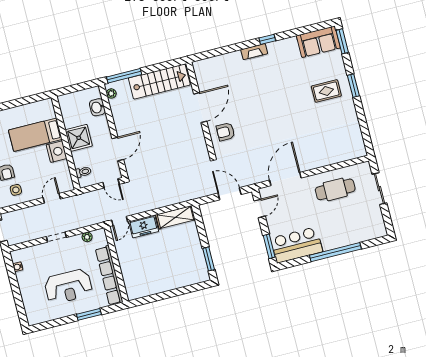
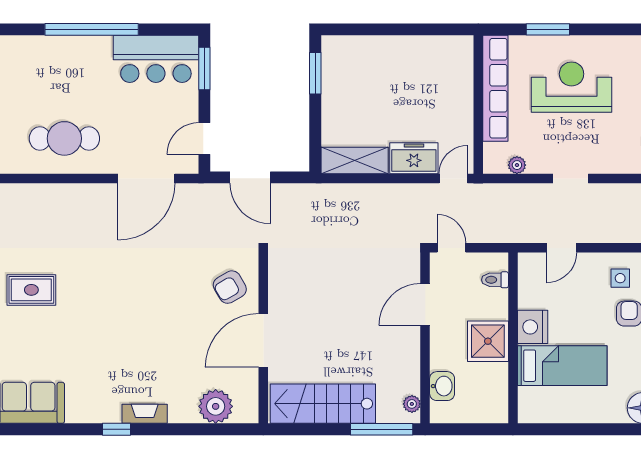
plant: (217, 65) -> (216, 406), added
rug: (326, 91) -> (31, 290), moved
armchair: (226, 132) -> (230, 287), turned 150

